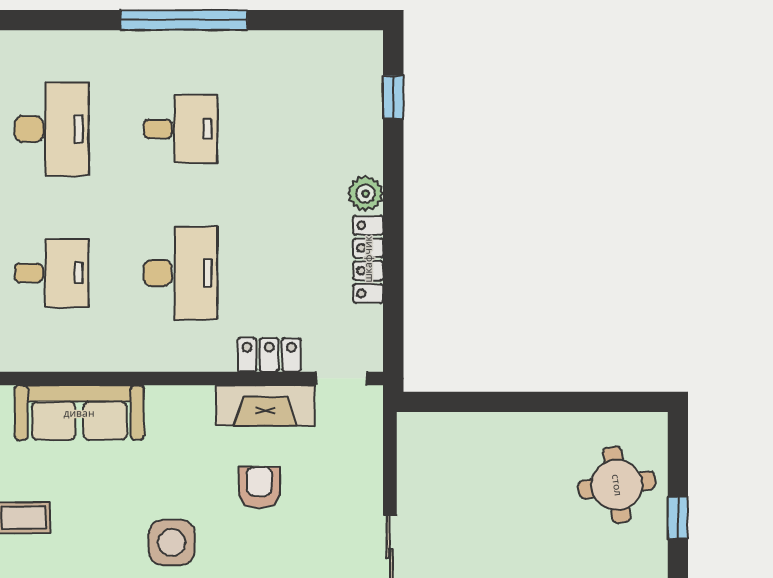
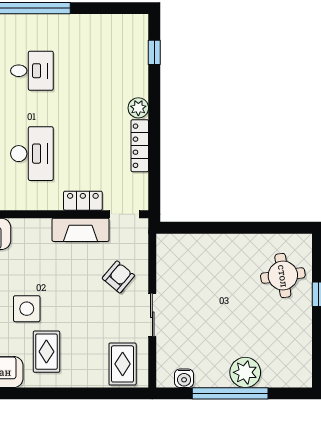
armchair: (259, 487) -> (118, 277), moved, turned 40

